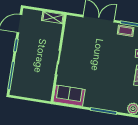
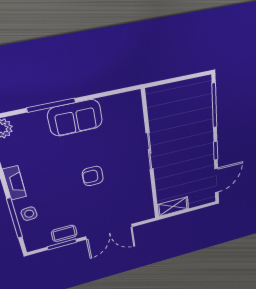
armchair: (96, 61) -> (93, 176), added
sofa: (69, 96) -> (75, 118), moved

